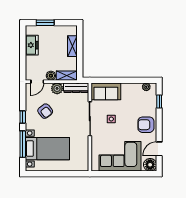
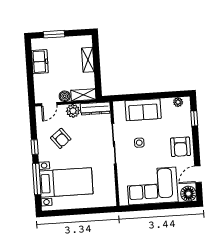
sofa: (106, 91) -> (143, 110), moved
armchair: (146, 125) -> (180, 147), turned -90

